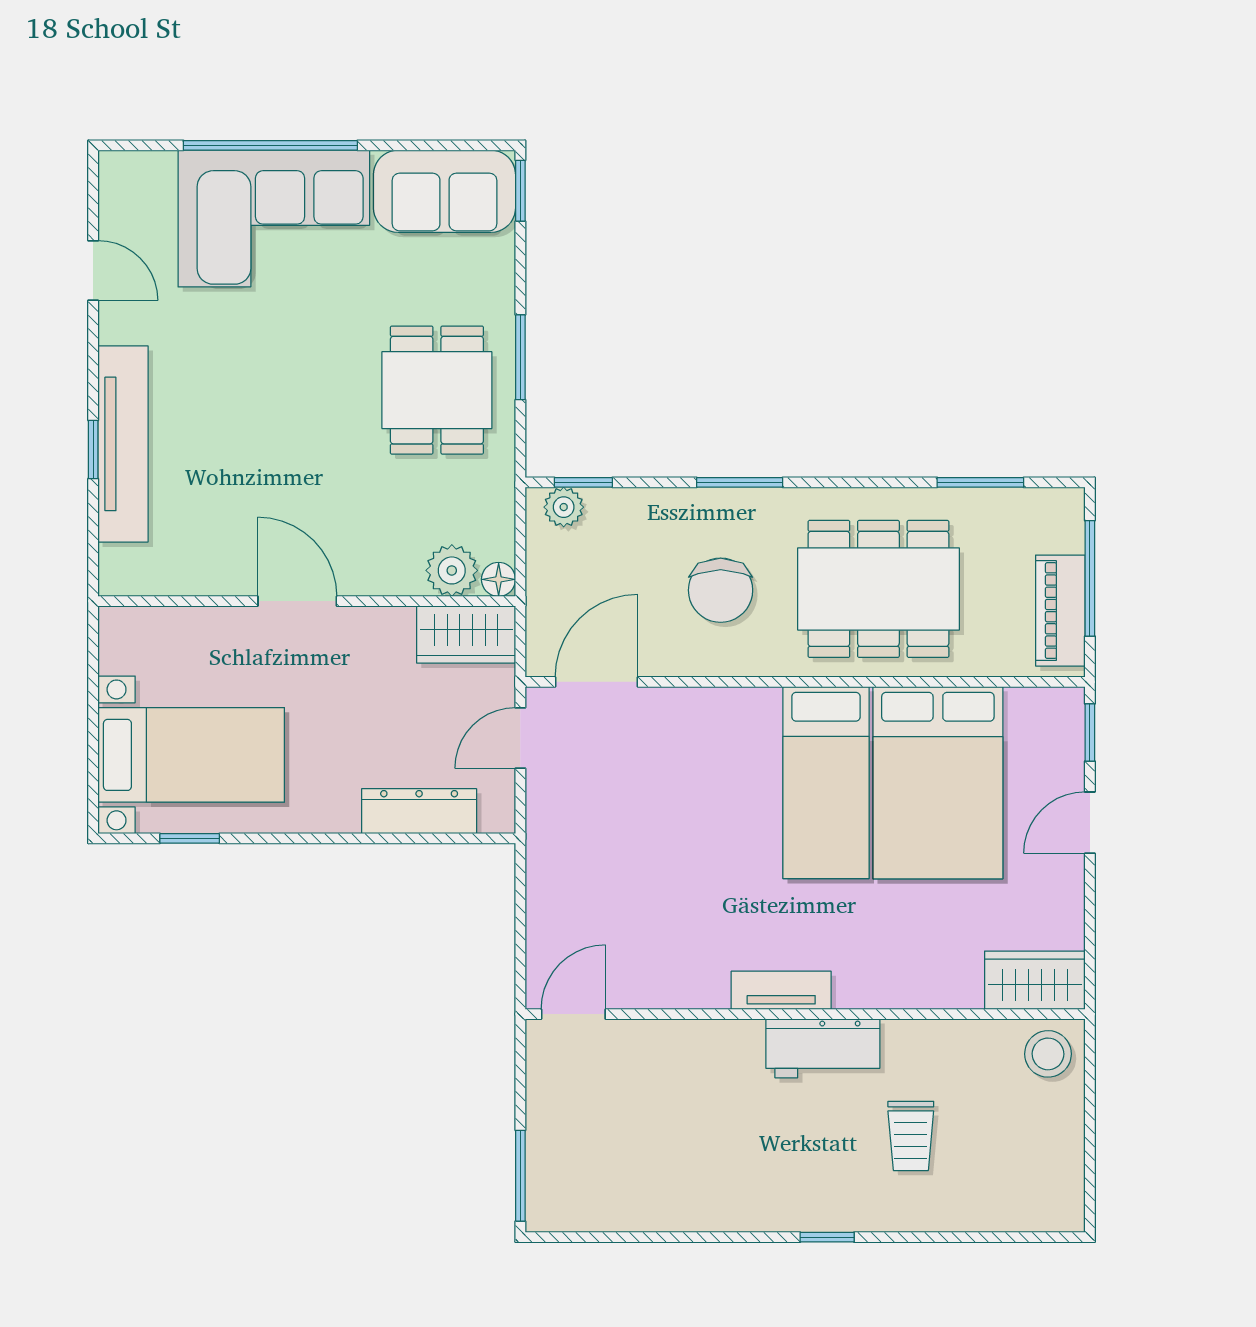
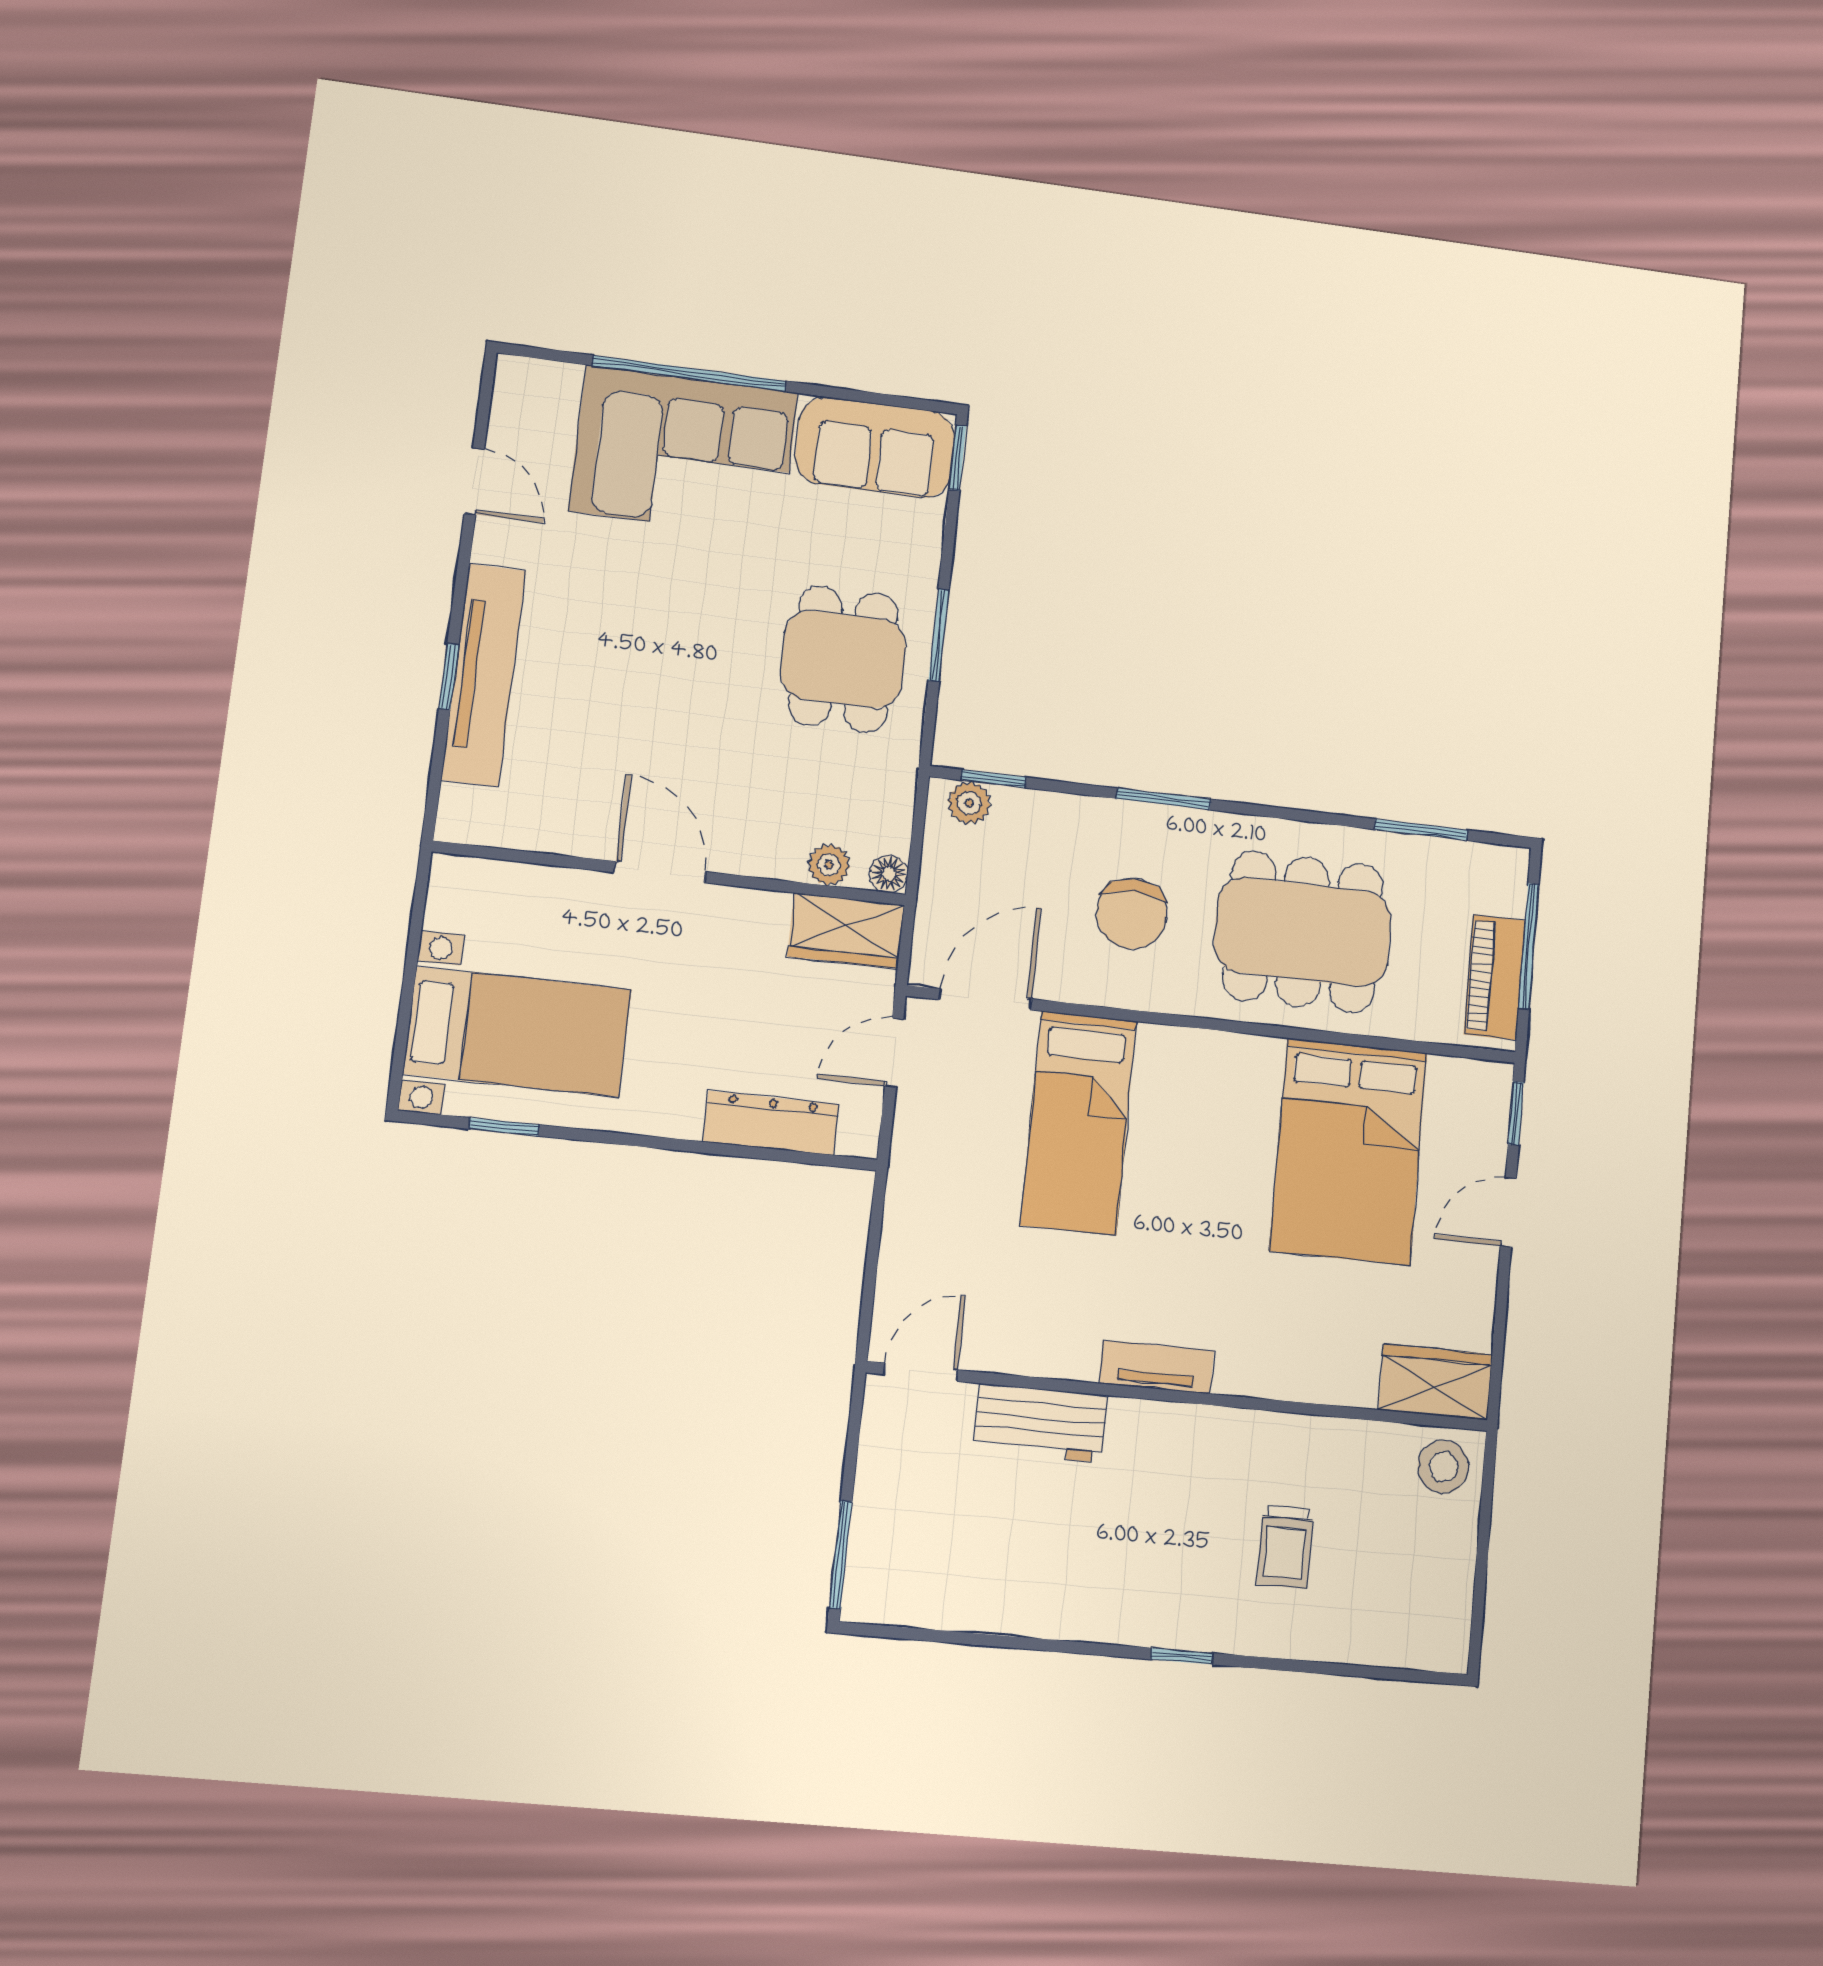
plant: (452, 570) -> (829, 865), width x0.73, depth x0.73
bed: (826, 783) -> (1079, 1123), moved
workbench: (823, 1048) -> (1041, 1423), moved

